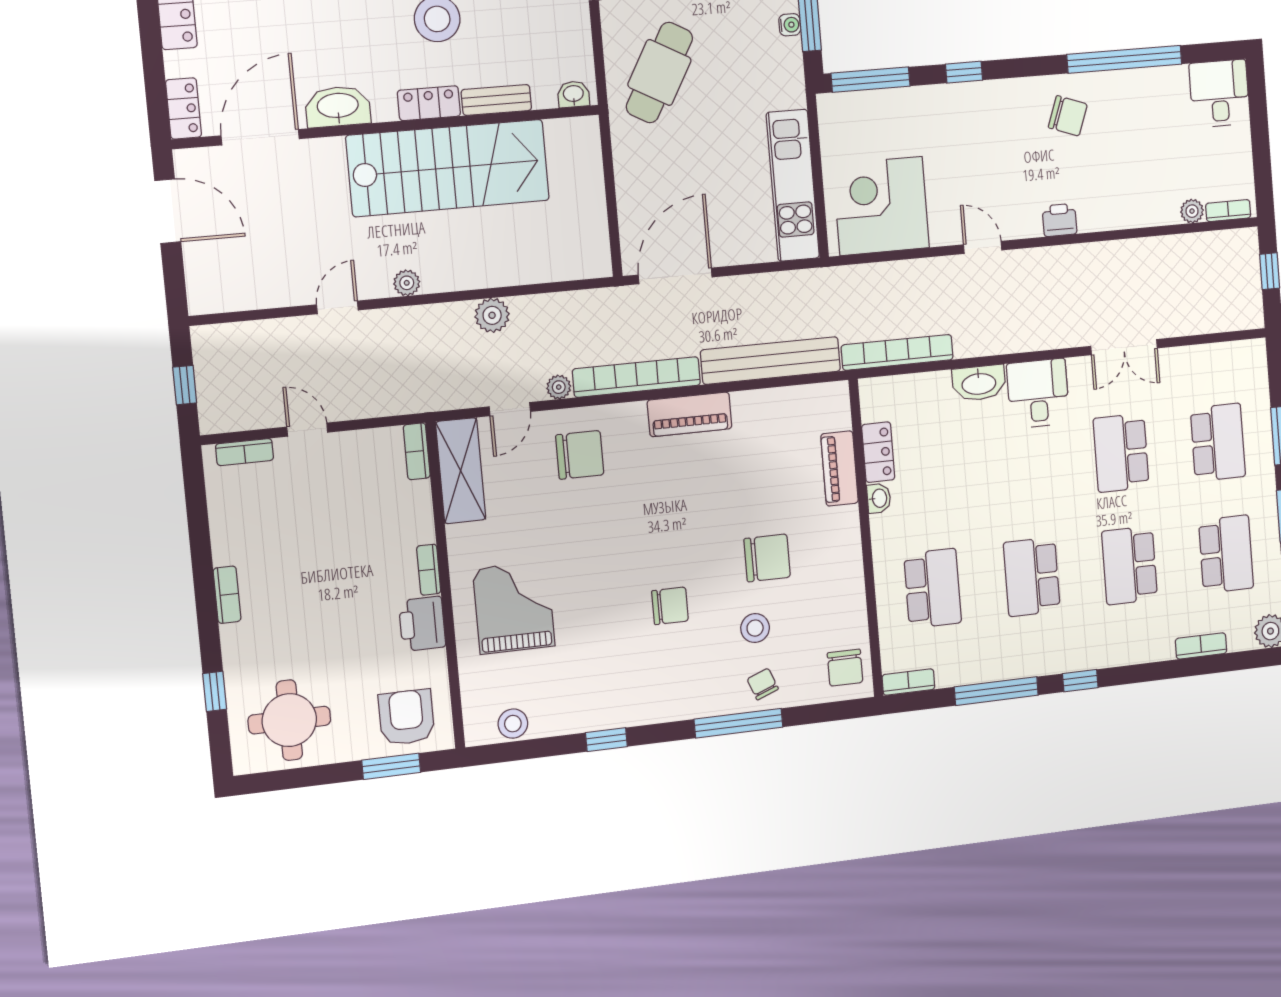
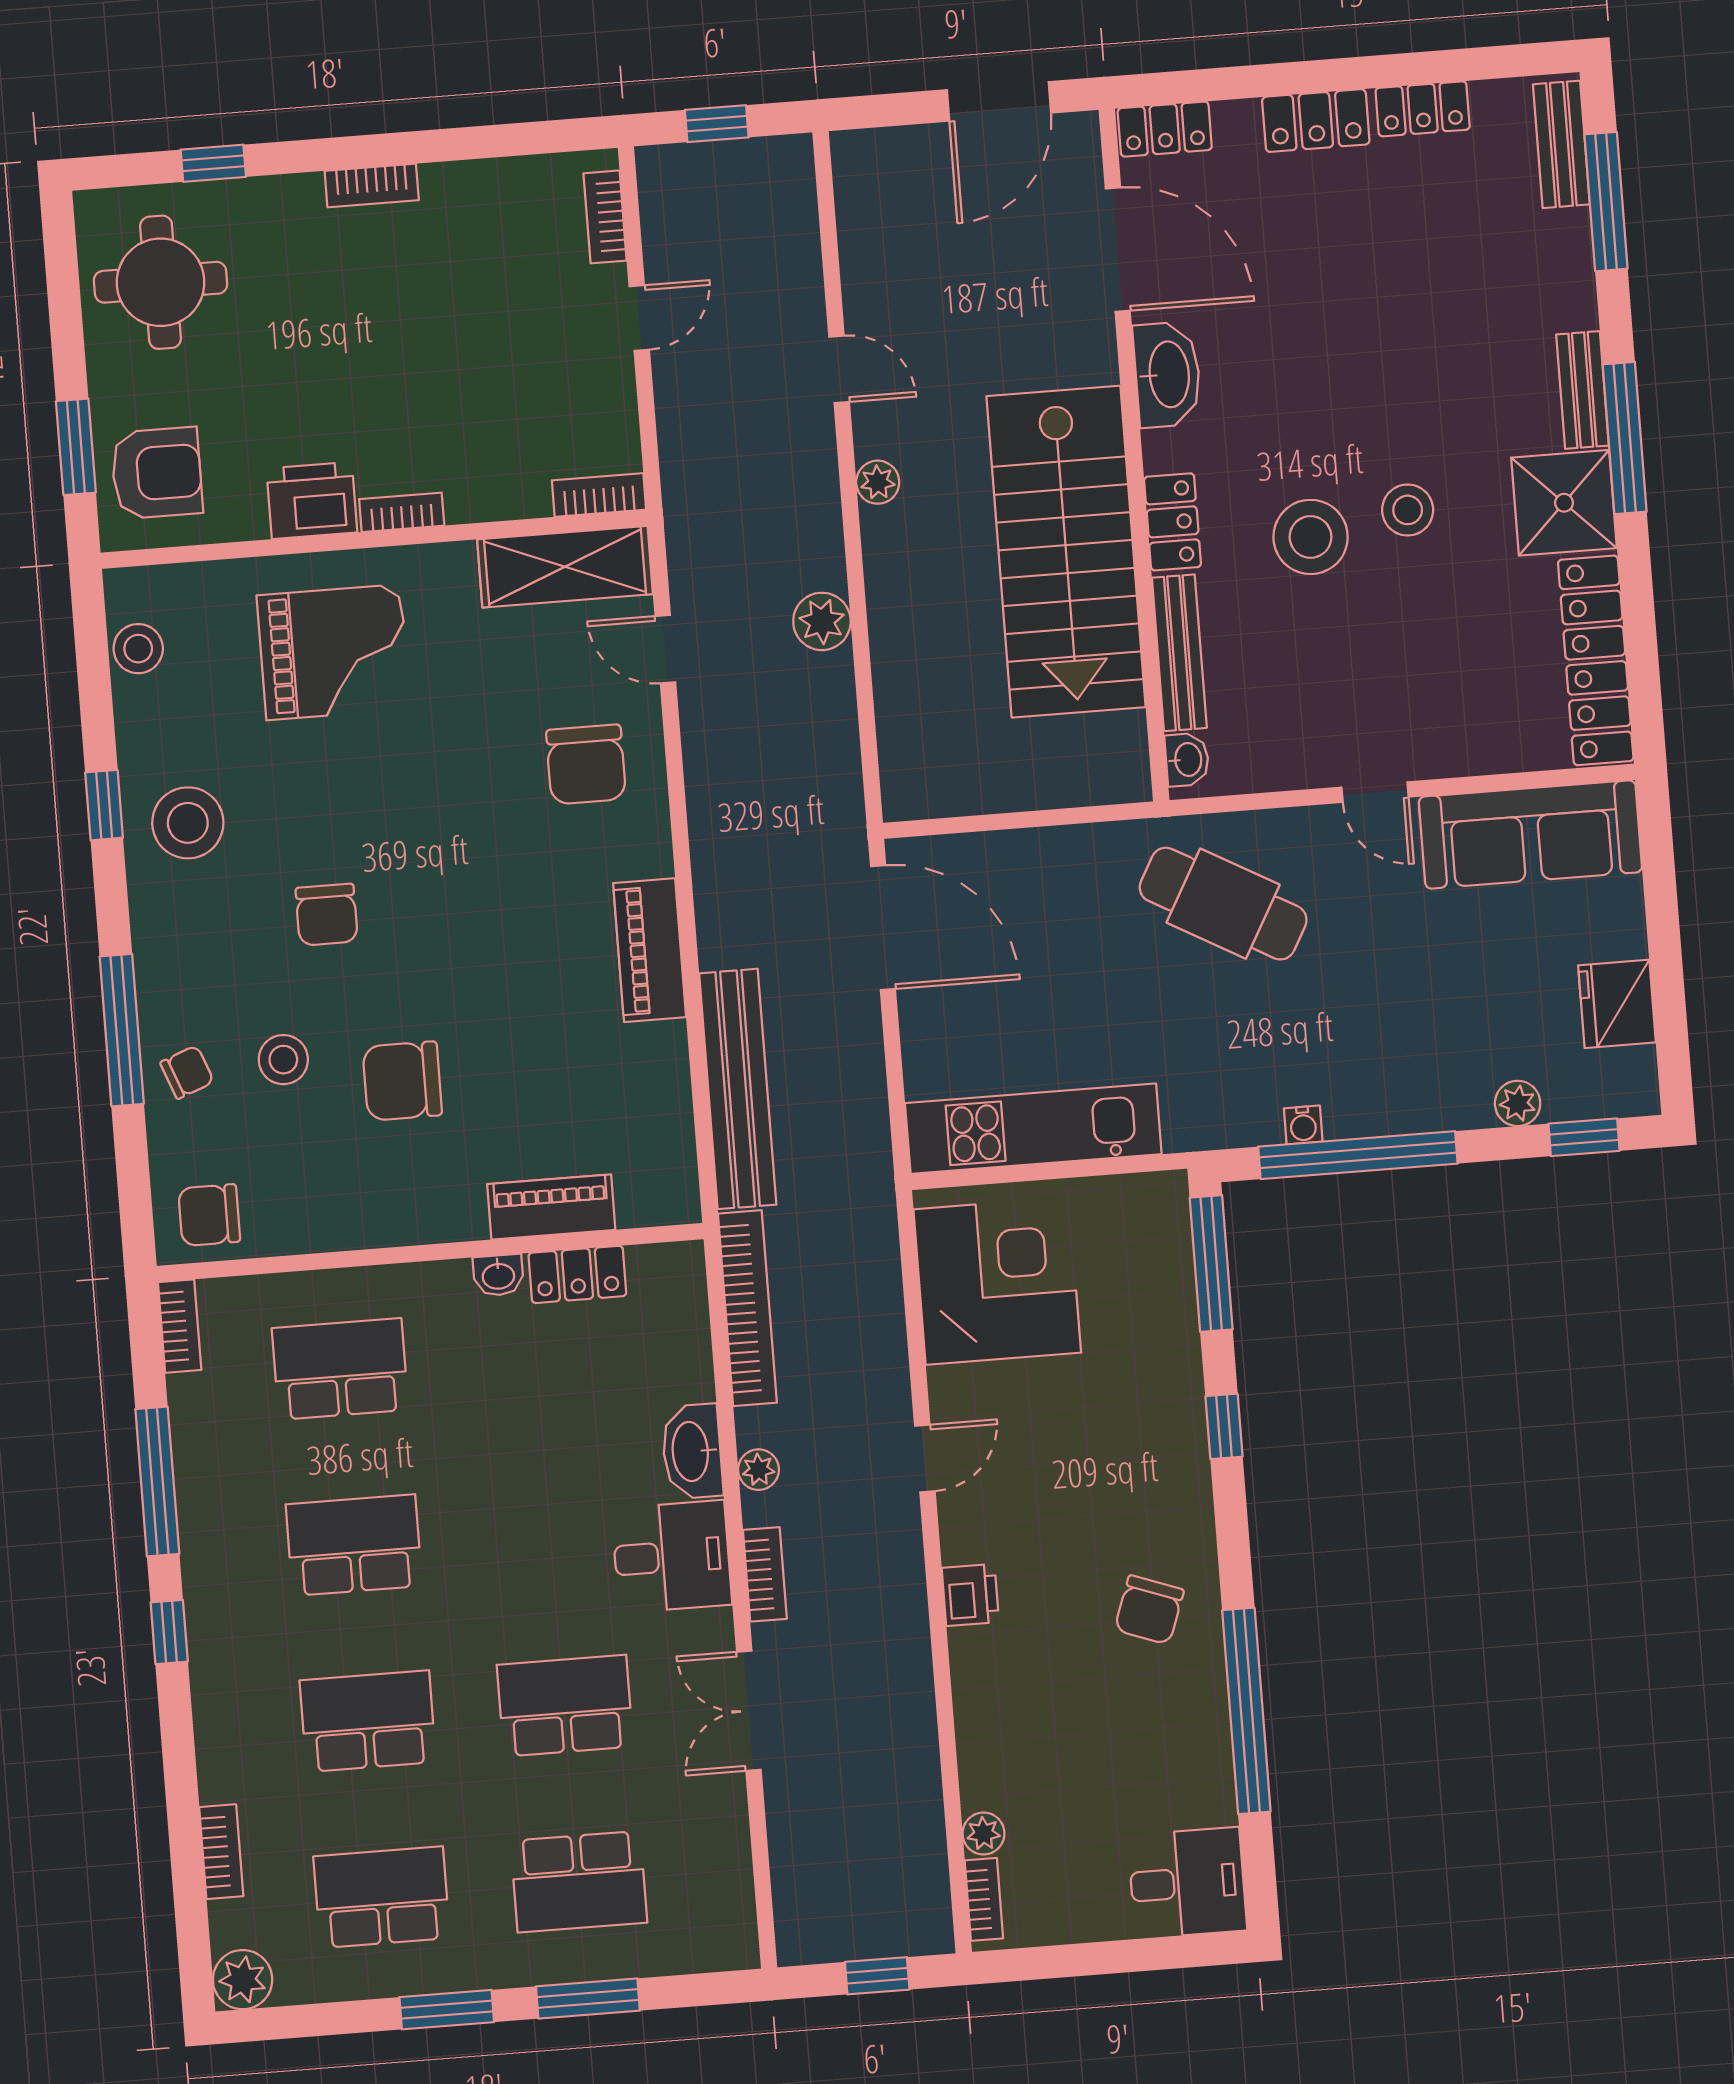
bench: (496, 100) -> (1179, 653), width x1.36
bookcase: (637, 377) -> (765, 1574), moved, width x0.43, depth x0.76
plant: (559, 387) -> (759, 1470), moved
school desk: (1226, 554) -> (382, 1897), turned 180
chair: (767, 558) -> (402, 1081), turned 90
school desk: (933, 588) -> (340, 1369), turned 180
stool: (617, 690) -> (188, 823), added

